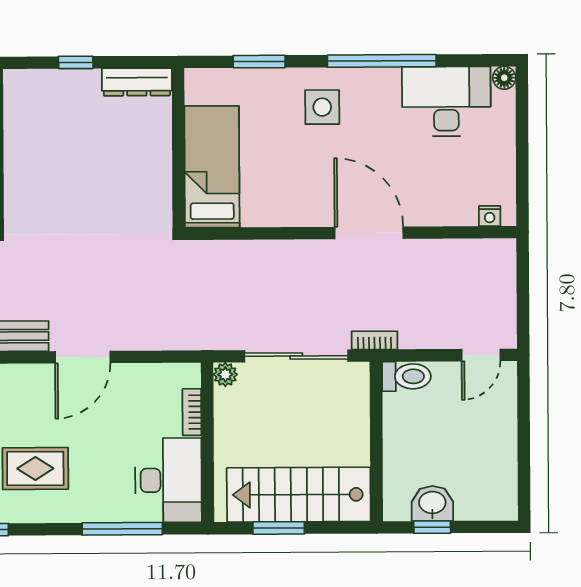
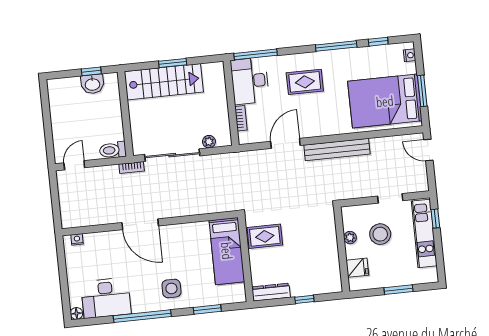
rug: (138, 187) -> (265, 236), added
bookcase: (192, 412) -> (241, 118), moved
wall: (208, 442) -> (231, 103), moved
desk: (168, 480) -> (250, 81), moved

